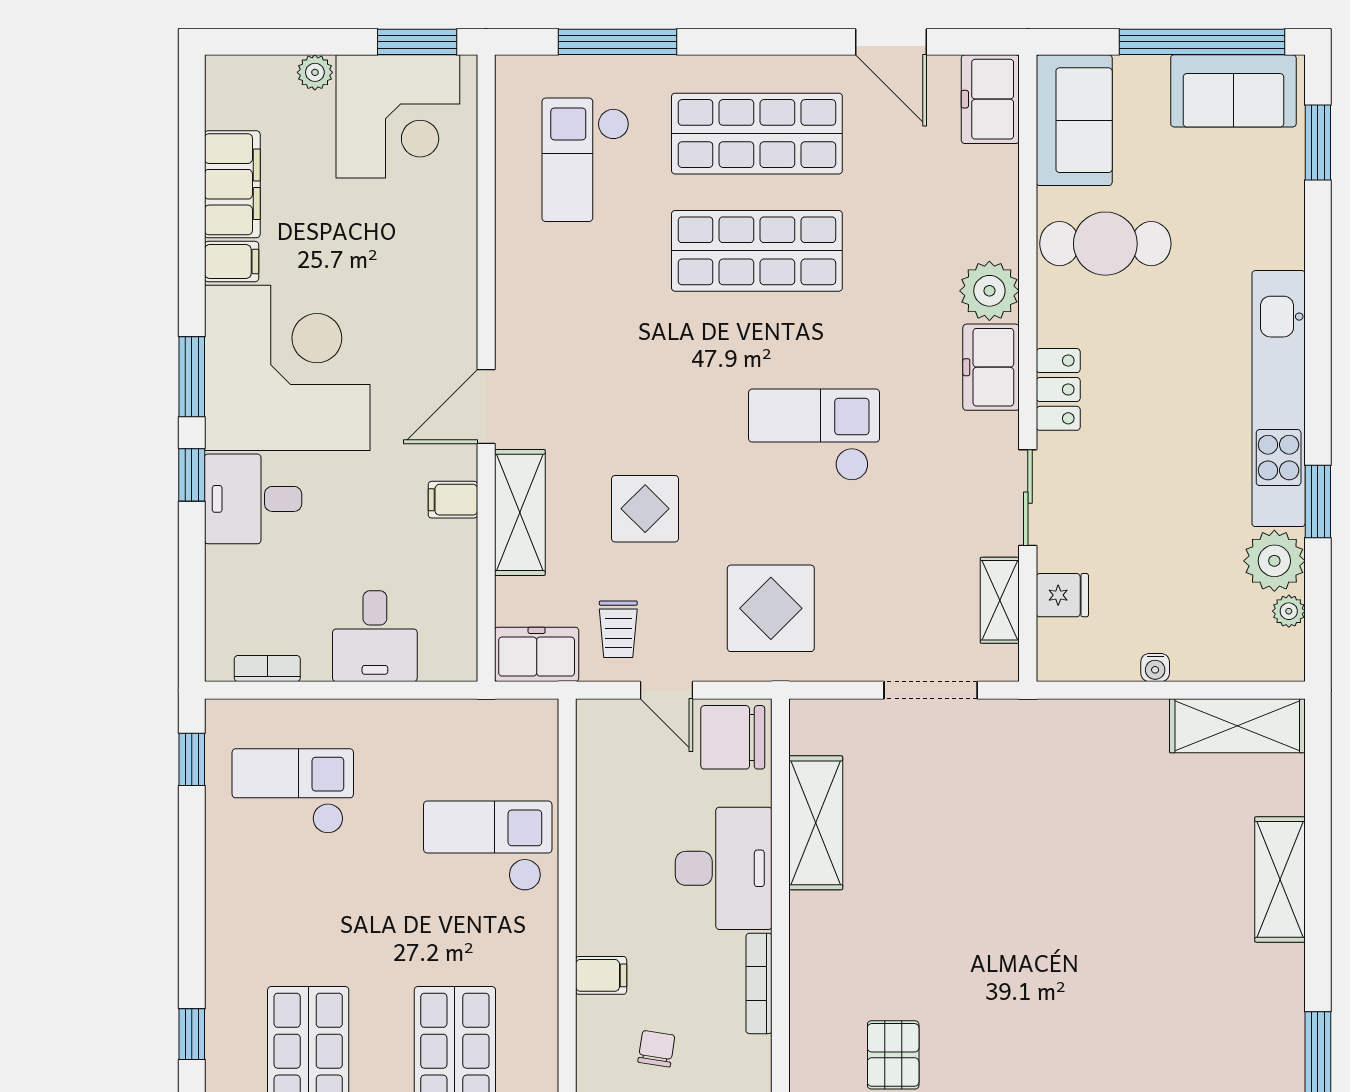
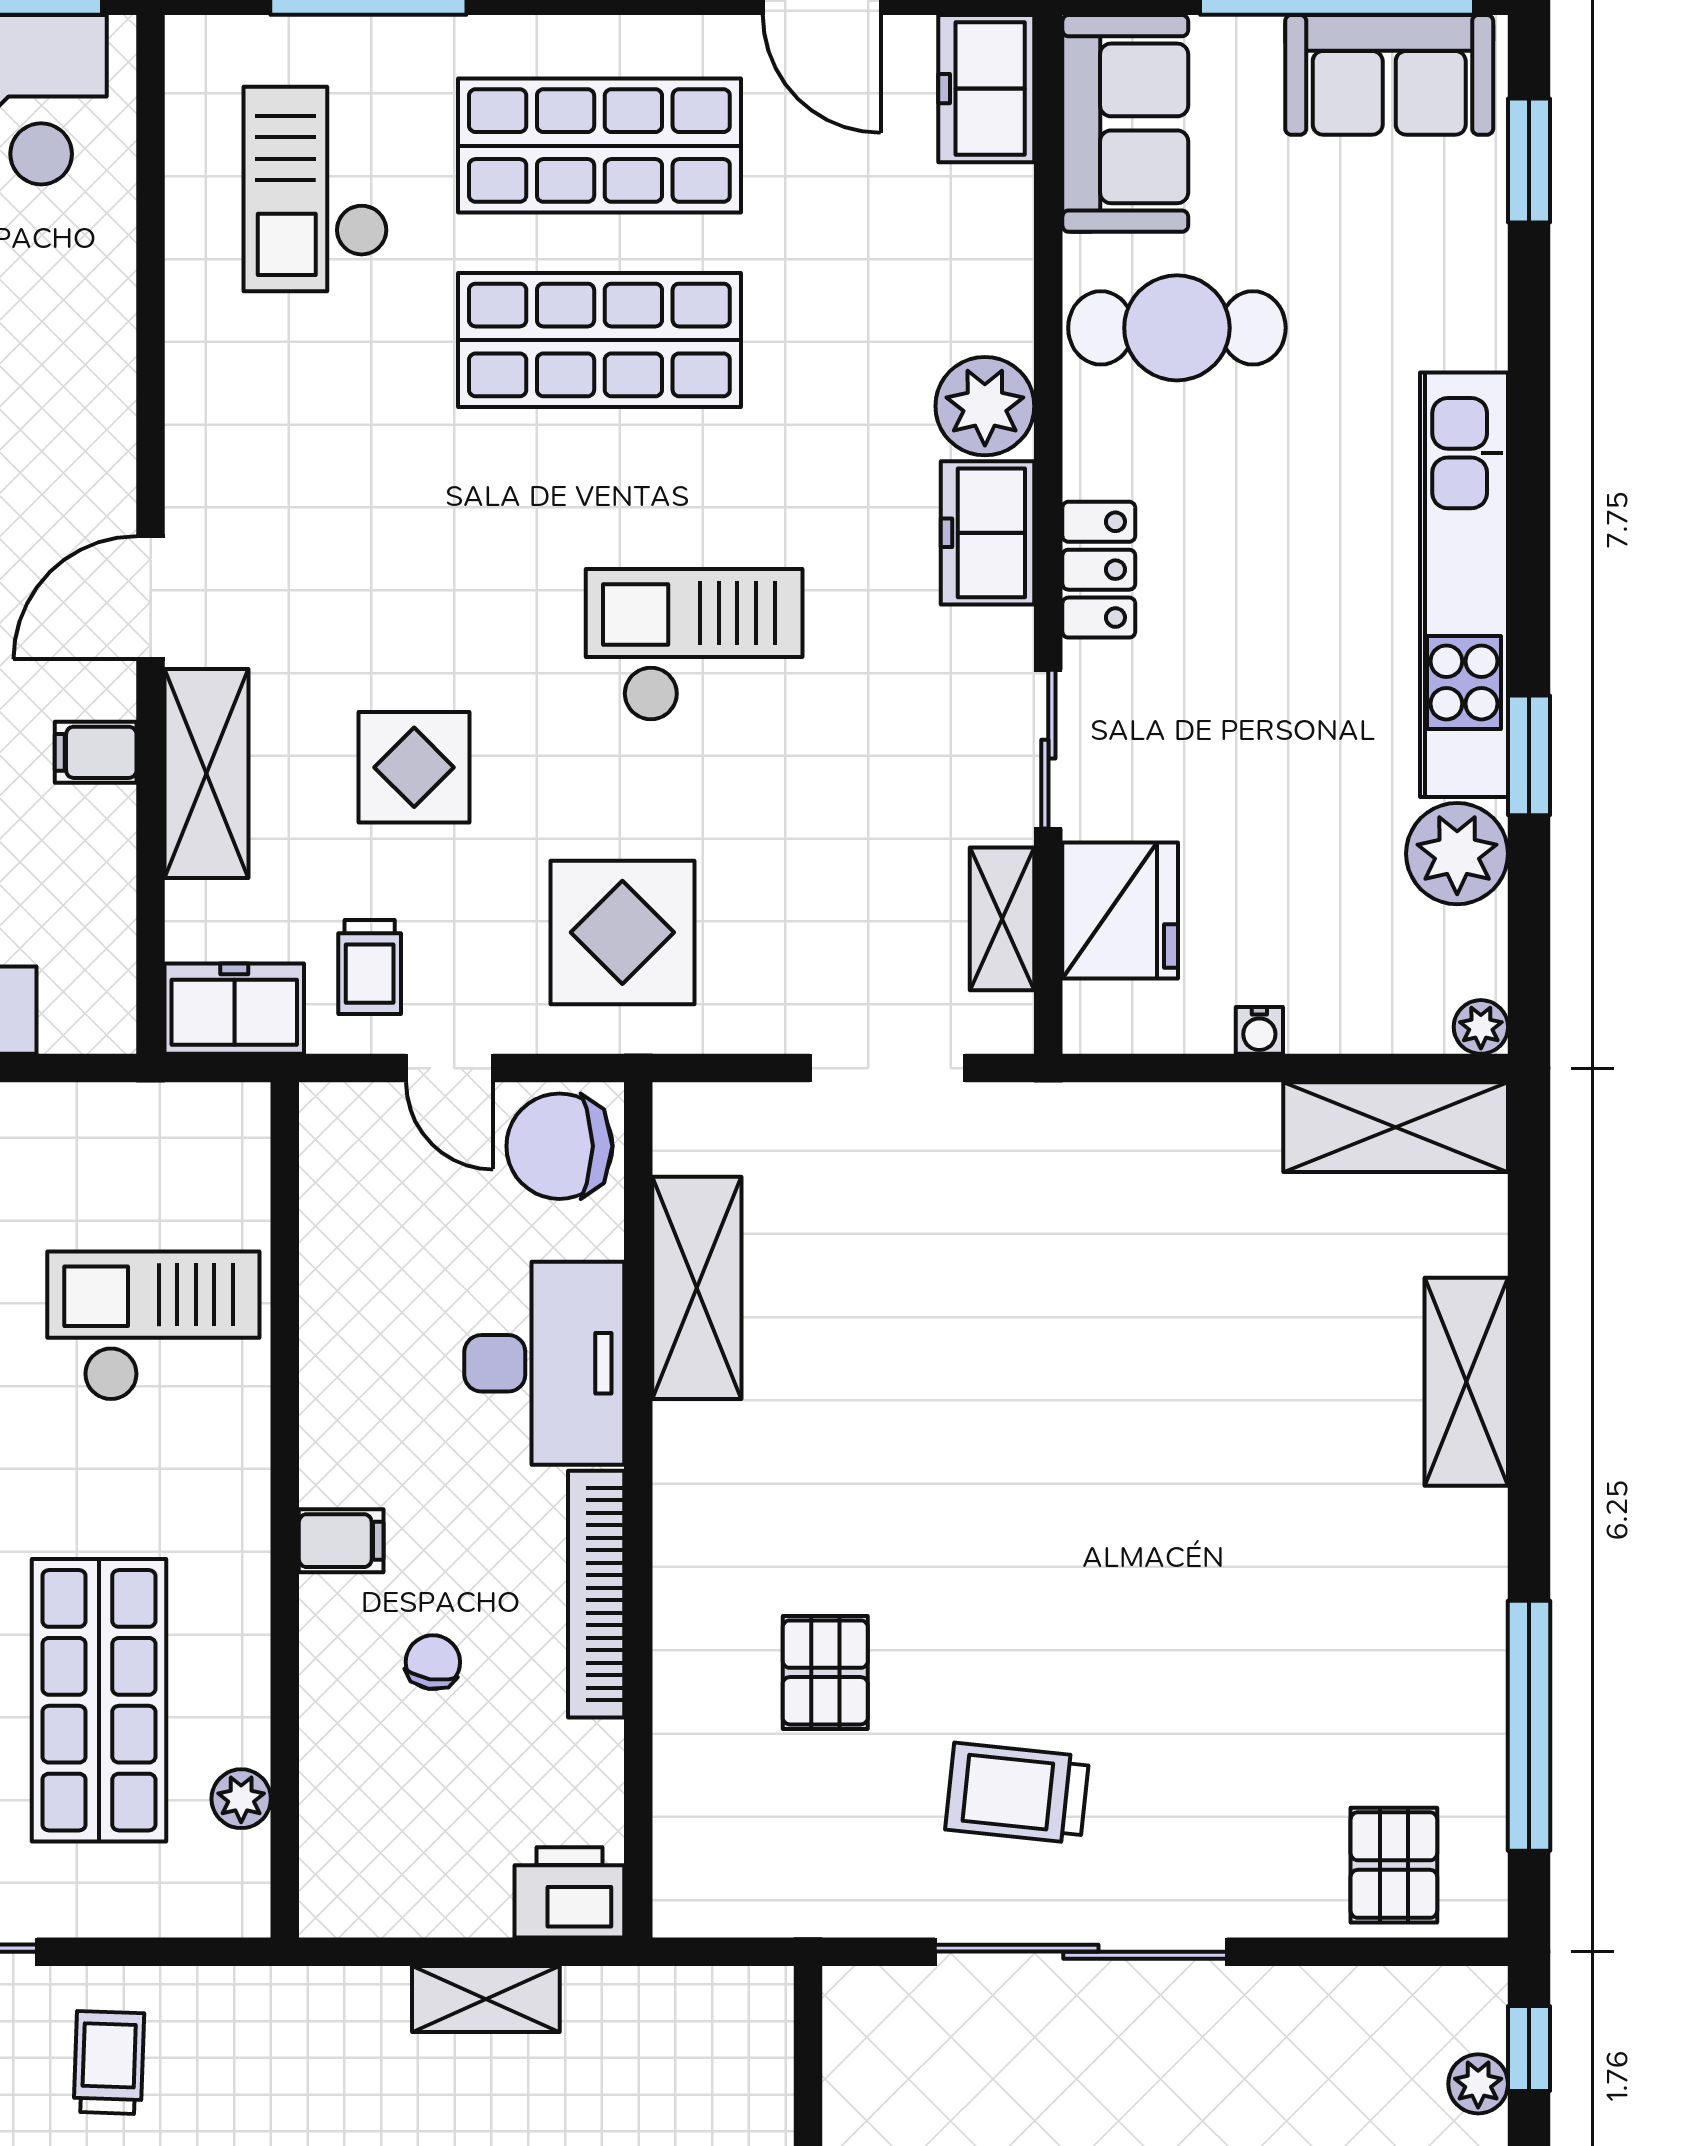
fridge: (1062, 595) -> (1120, 911), width x1.88, depth x1.34
plant: (1289, 611) -> (1481, 1027), moved
bookcase: (759, 983) -> (596, 1594), width x1.48, depth x1.31

